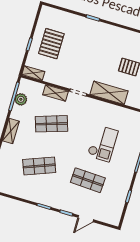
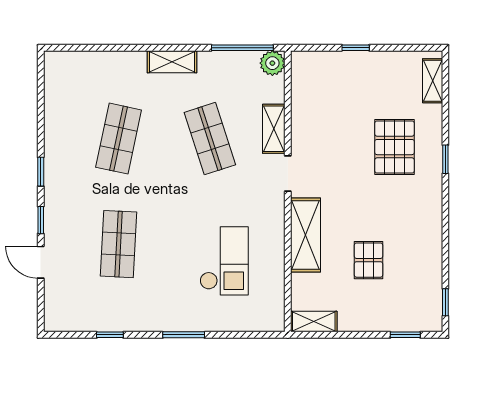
pallet: (51, 44) -> (394, 147), moved, turned 90
shelving: (33, 73) -> (433, 81), moved
plant: (21, 99) -> (272, 63), moved
checkout: (103, 143) -> (224, 261), moved, turned -90
shop shelf: (39, 166) -> (119, 139), turned 33

